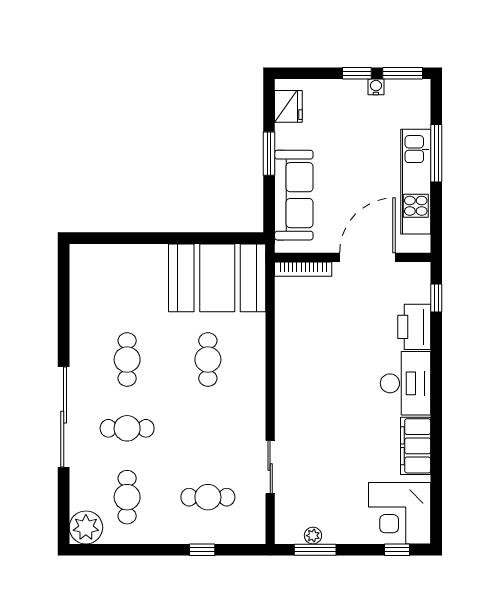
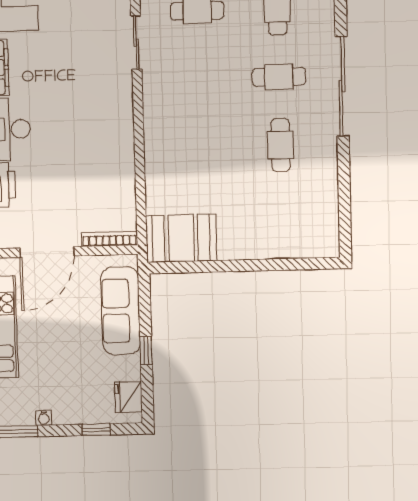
window: (357, 73) -> (96, 430), moved
window: (269, 154) -> (146, 351), width x0.67
booth: (217, 278) -> (181, 238), width x0.73, depth x0.70
cafe table: (208, 360) -> (201, 147), removed

